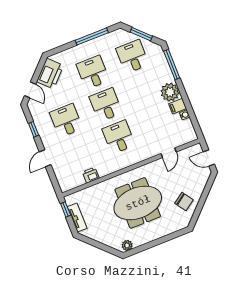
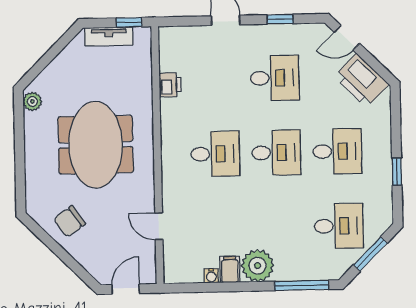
window: (92, 36) -> (397, 172), width x0.46

